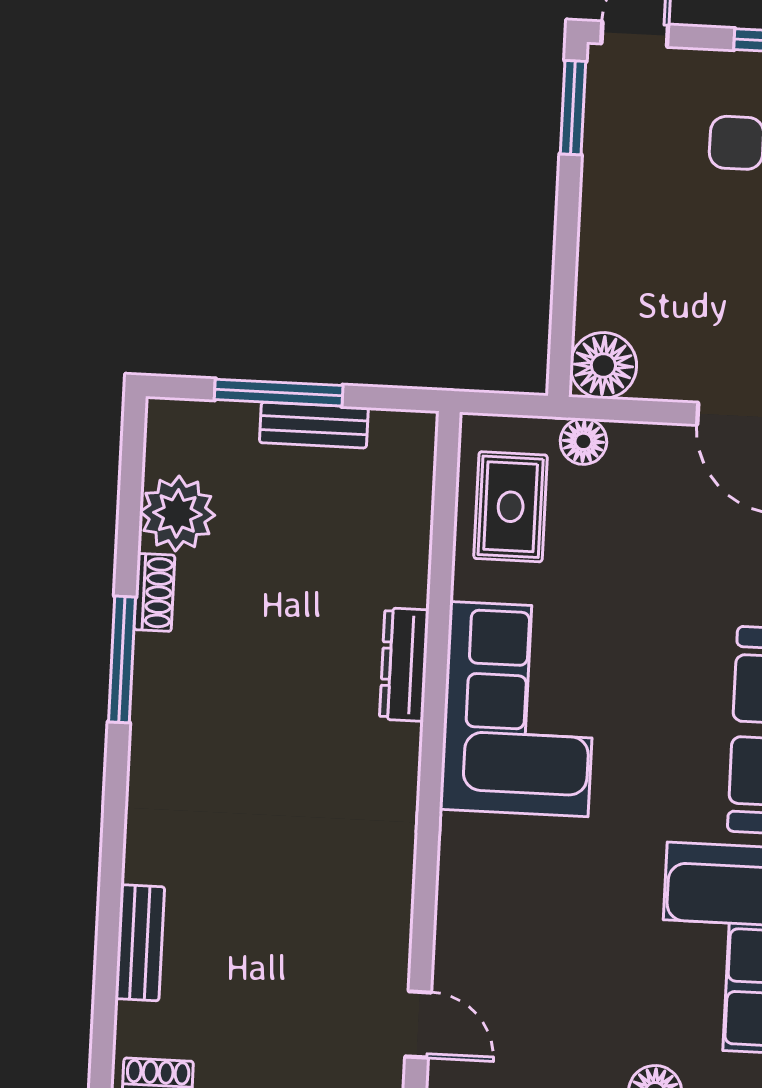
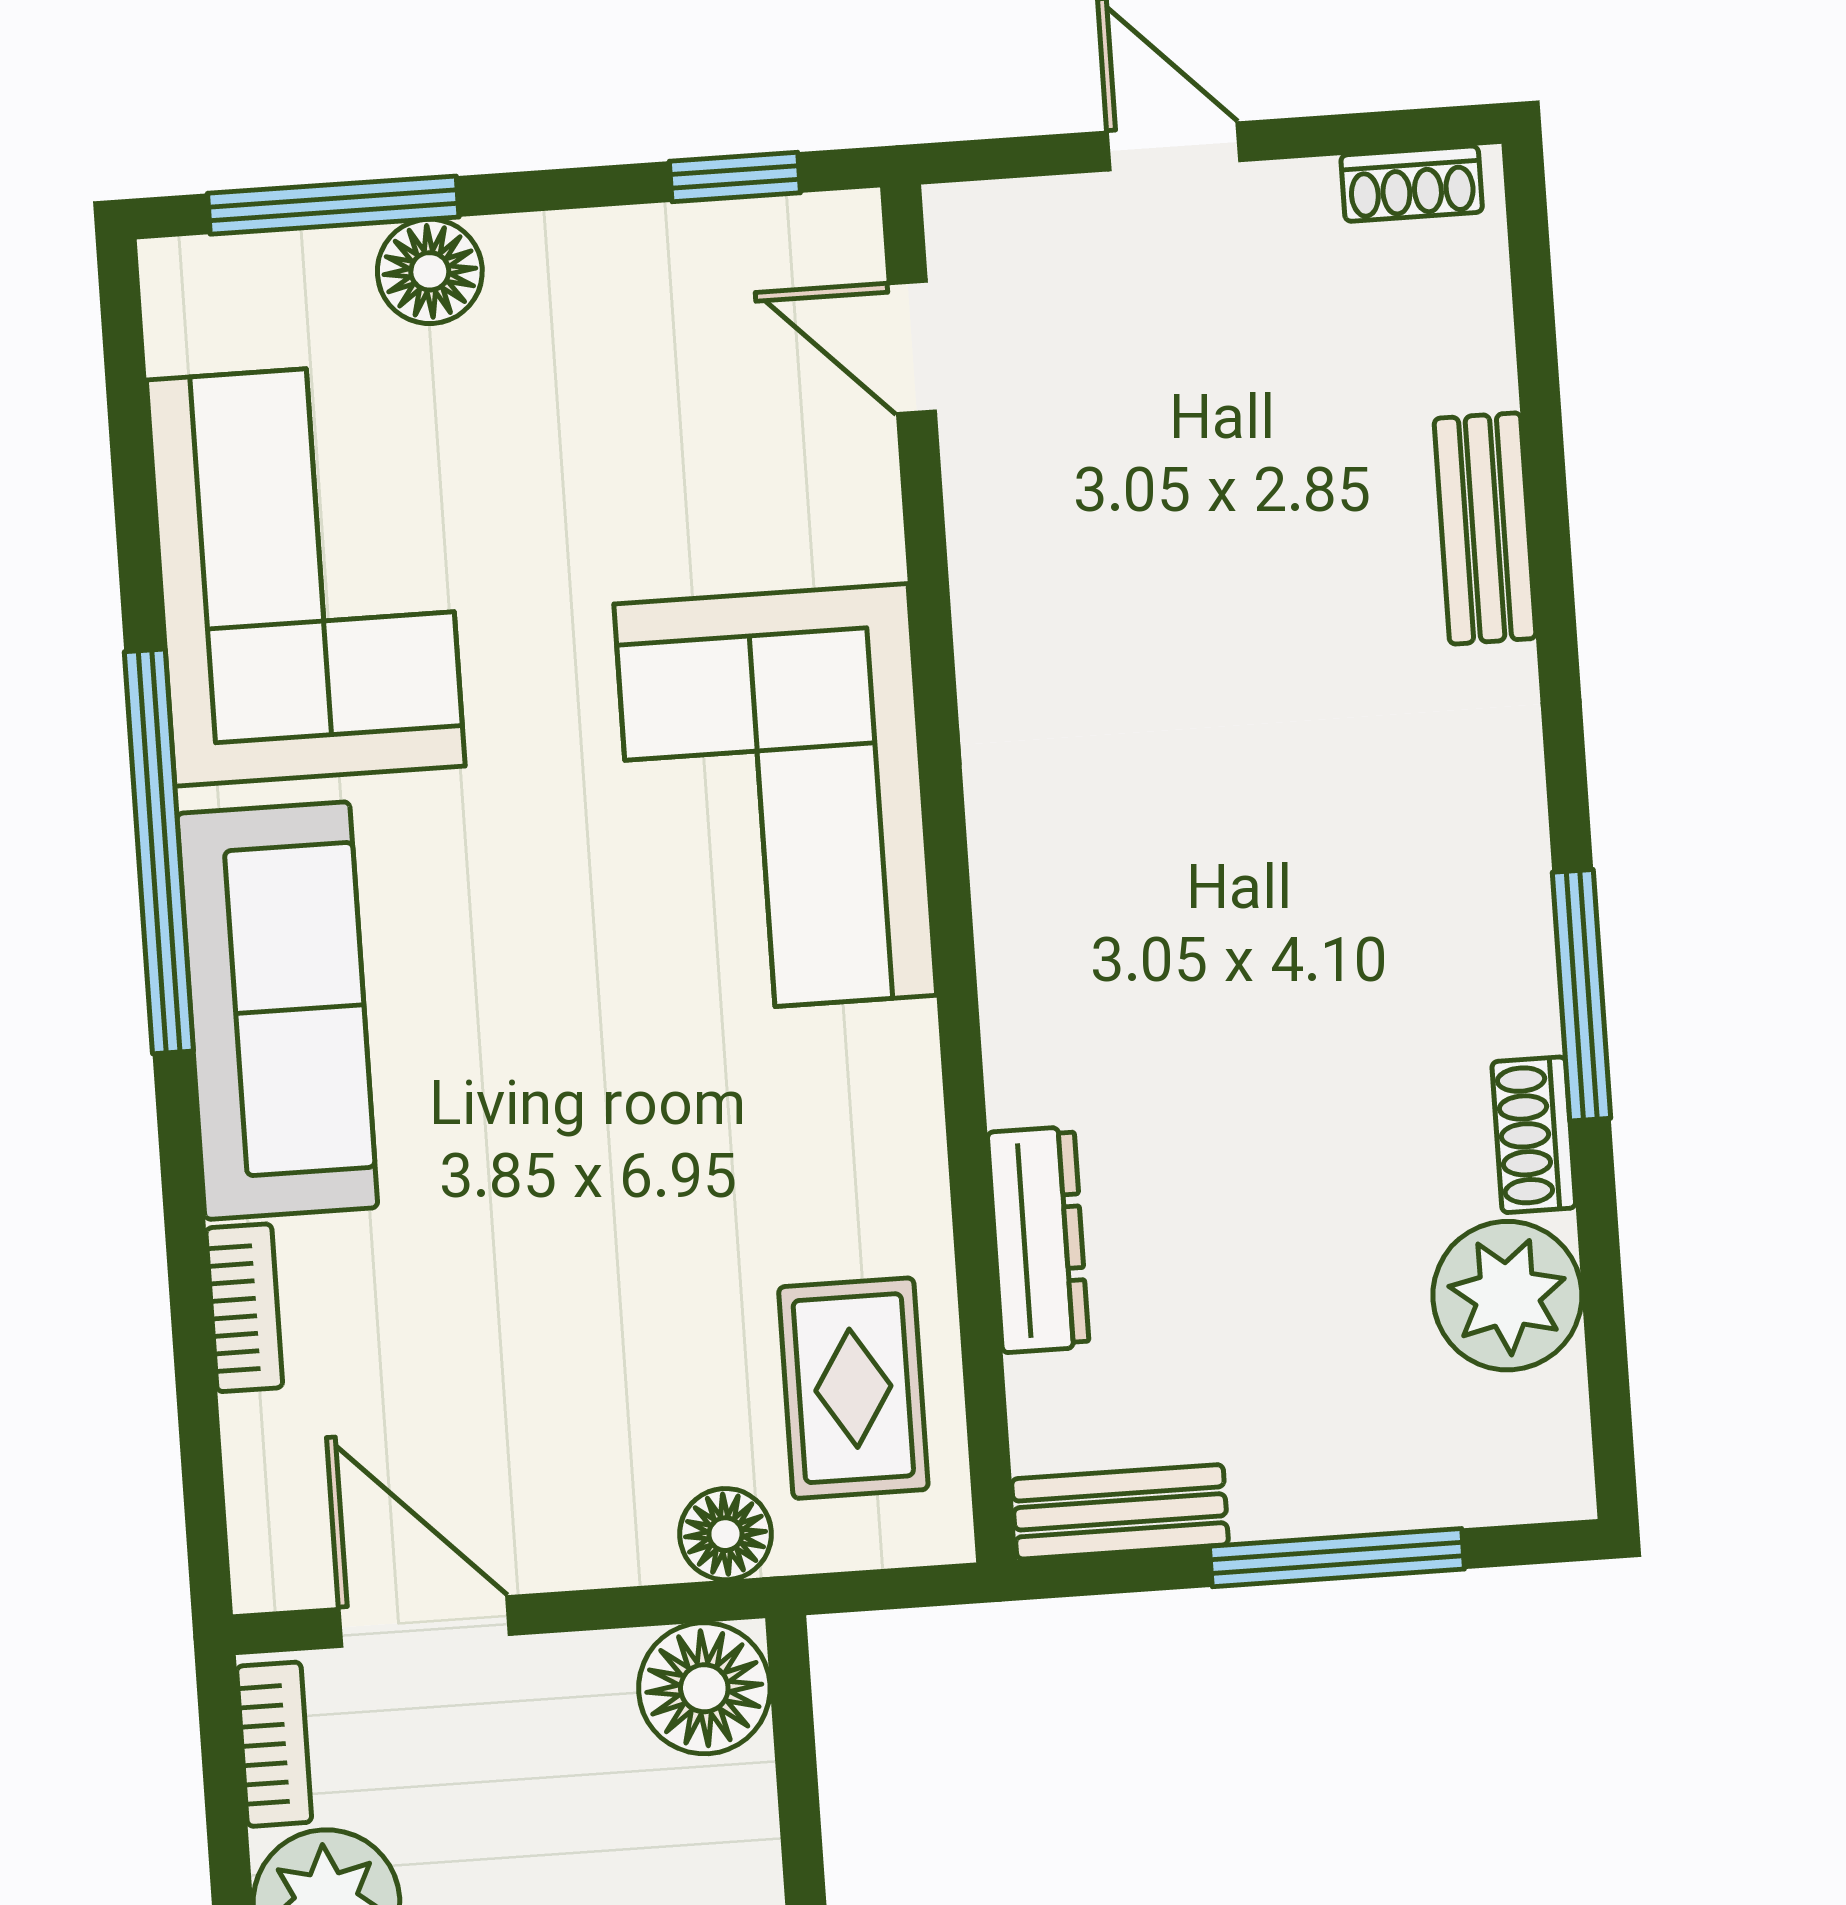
bench: (314, 425) -> (1120, 1512), moved
dresser: (404, 665) -> (1038, 1240), moved
corner sofa: (519, 709) -> (775, 800), moved
bench: (140, 943) -> (1485, 528), moved

